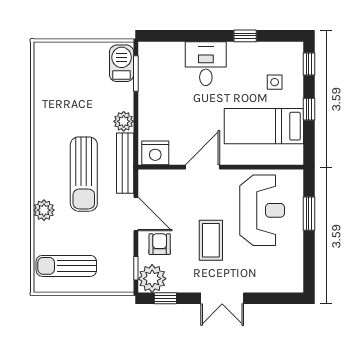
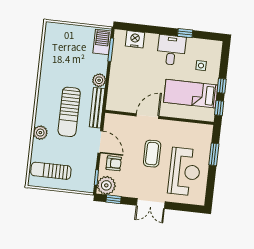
desk: (206, 64) -> (171, 50), moved
window: (309, 64) -> (219, 108), moved
nightstand: (155, 153) -> (135, 39), moved, turned 180
reception desk: (262, 210) -> (185, 172), moved
coffee table: (211, 240) -> (152, 154), moved
armchair: (160, 244) -> (114, 163), turned 90

